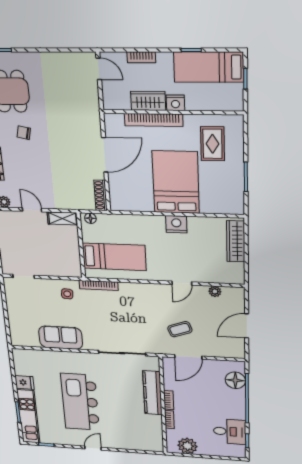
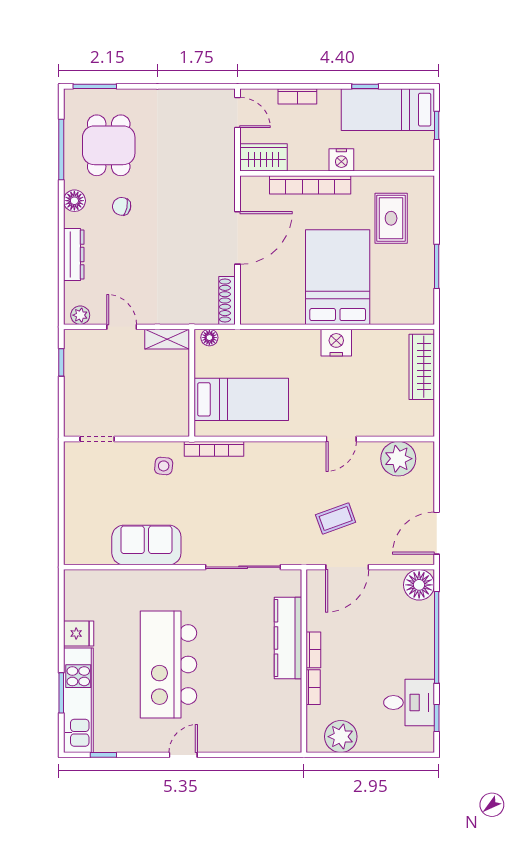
wardrobe: (148, 101) -> (263, 157), moved
plant: (215, 291) -> (398, 459), width x1.87, depth x1.87
door: (247, 326) -> (437, 533), moved
floor lamp: (235, 380) -> (419, 585), moved

